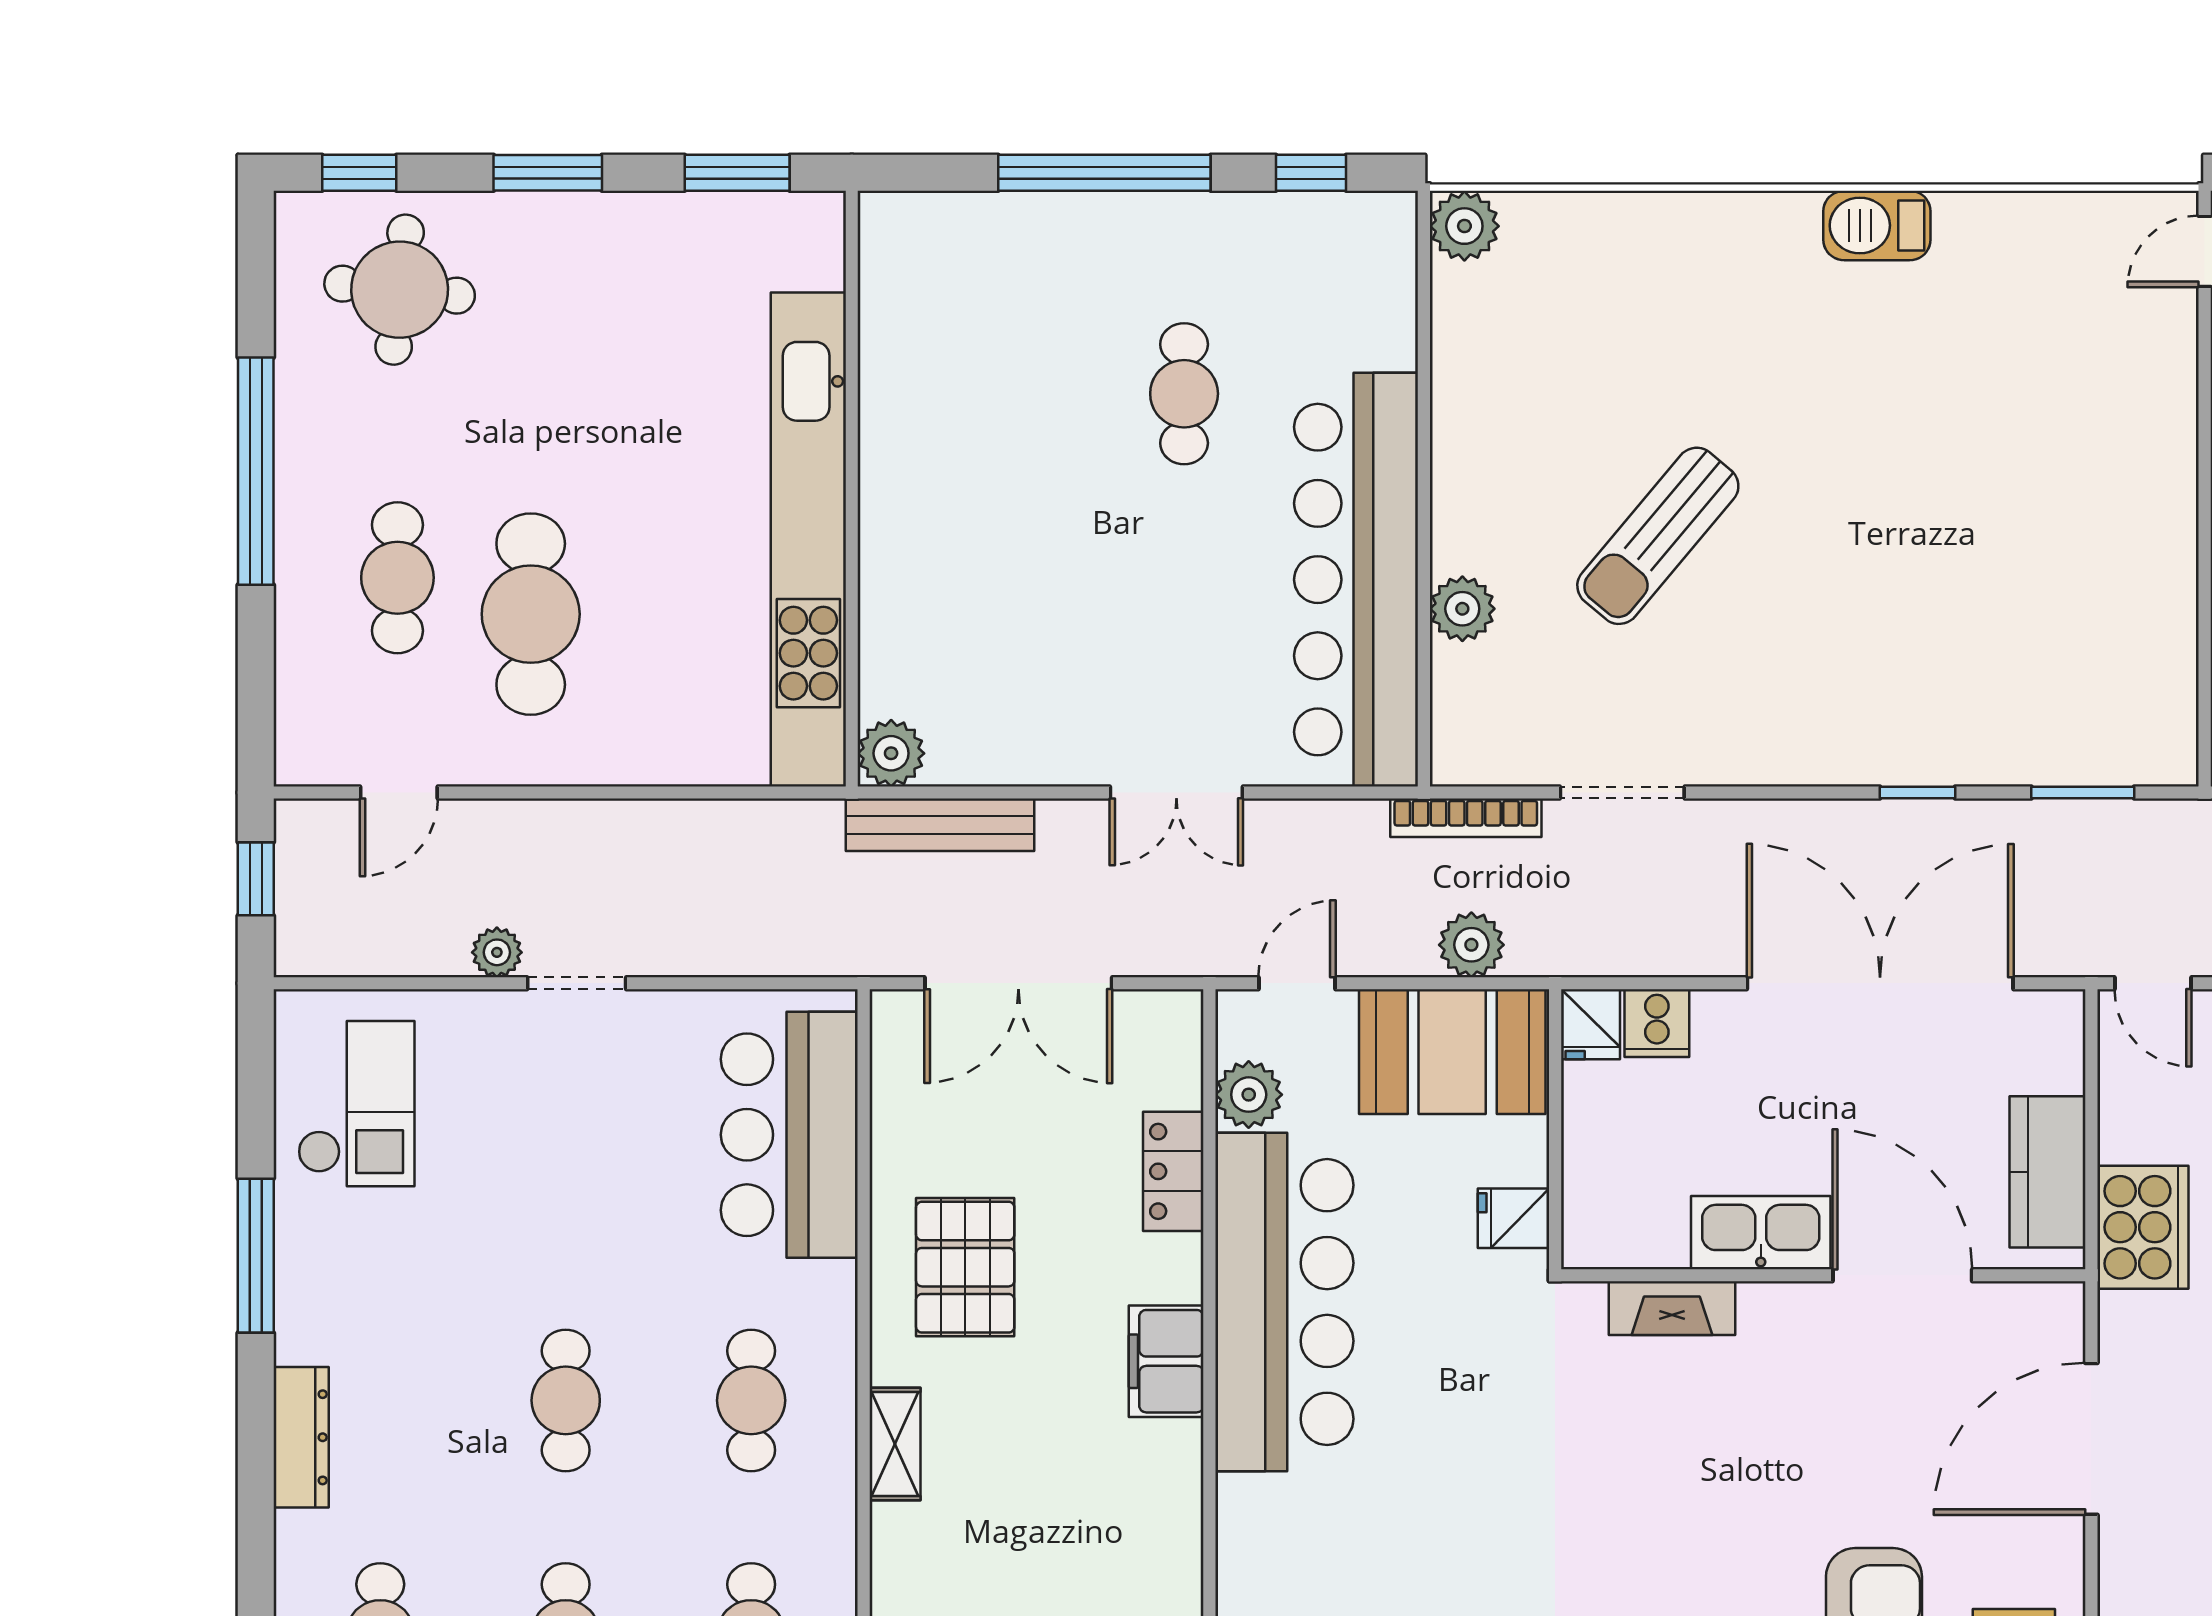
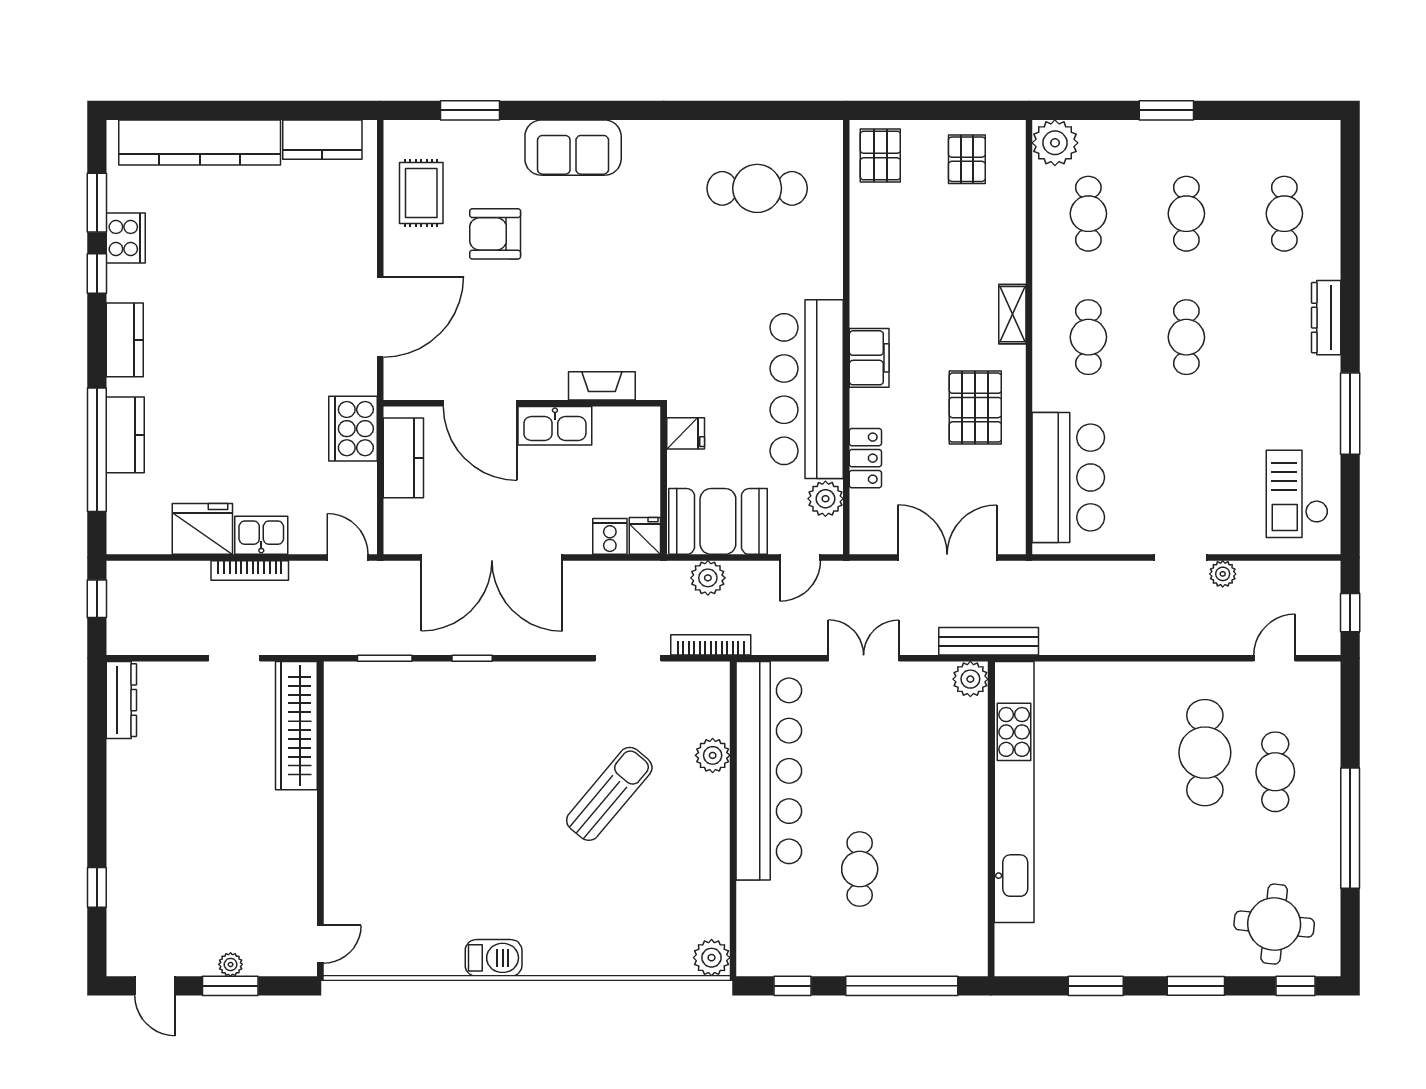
wall: (852, 489) -> (991, 819), moved
kitchen unit: (808, 539) -> (1014, 792), moved
plant: (891, 753) -> (970, 679), moved

